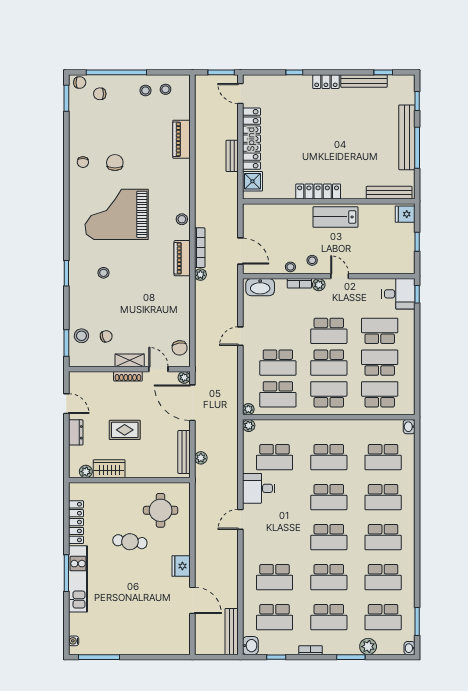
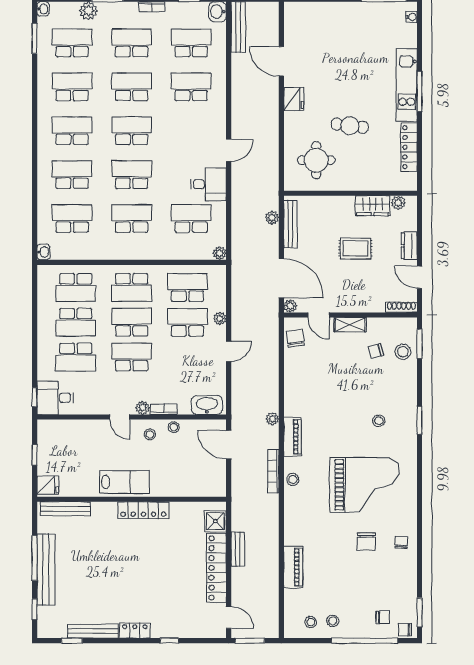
bookcase: (200, 248) -> (273, 471), moved
shoe rack: (128, 376) -> (401, 307), moved
plant: (248, 409) -> (220, 319), moved

